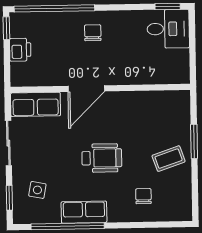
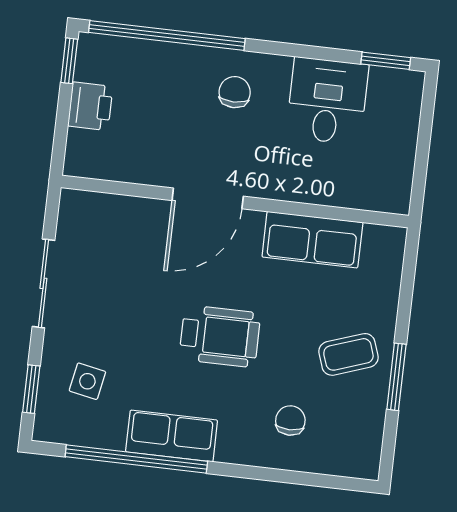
desk: (168, 29) -> (327, 101), moved, turned -90
row of seats: (36, 104) -> (312, 240), moved
window: (194, 141) -> (396, 377), moved

